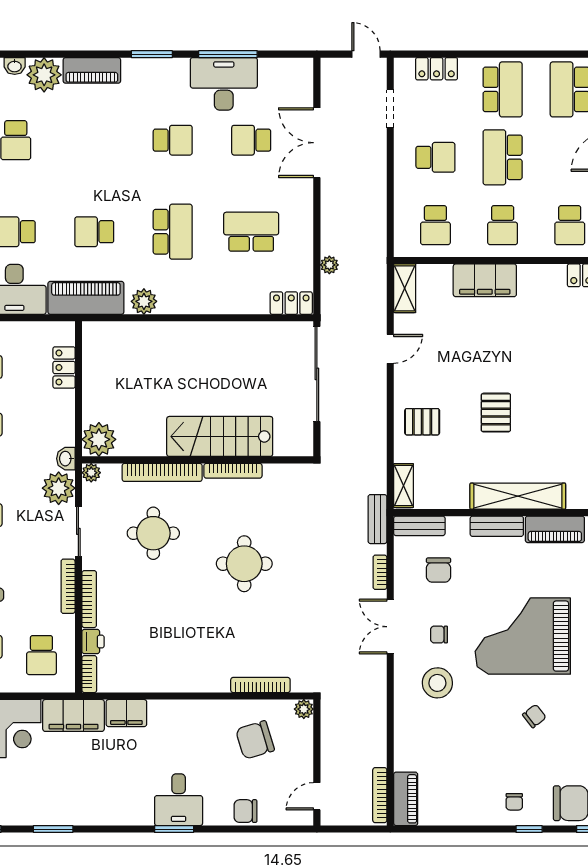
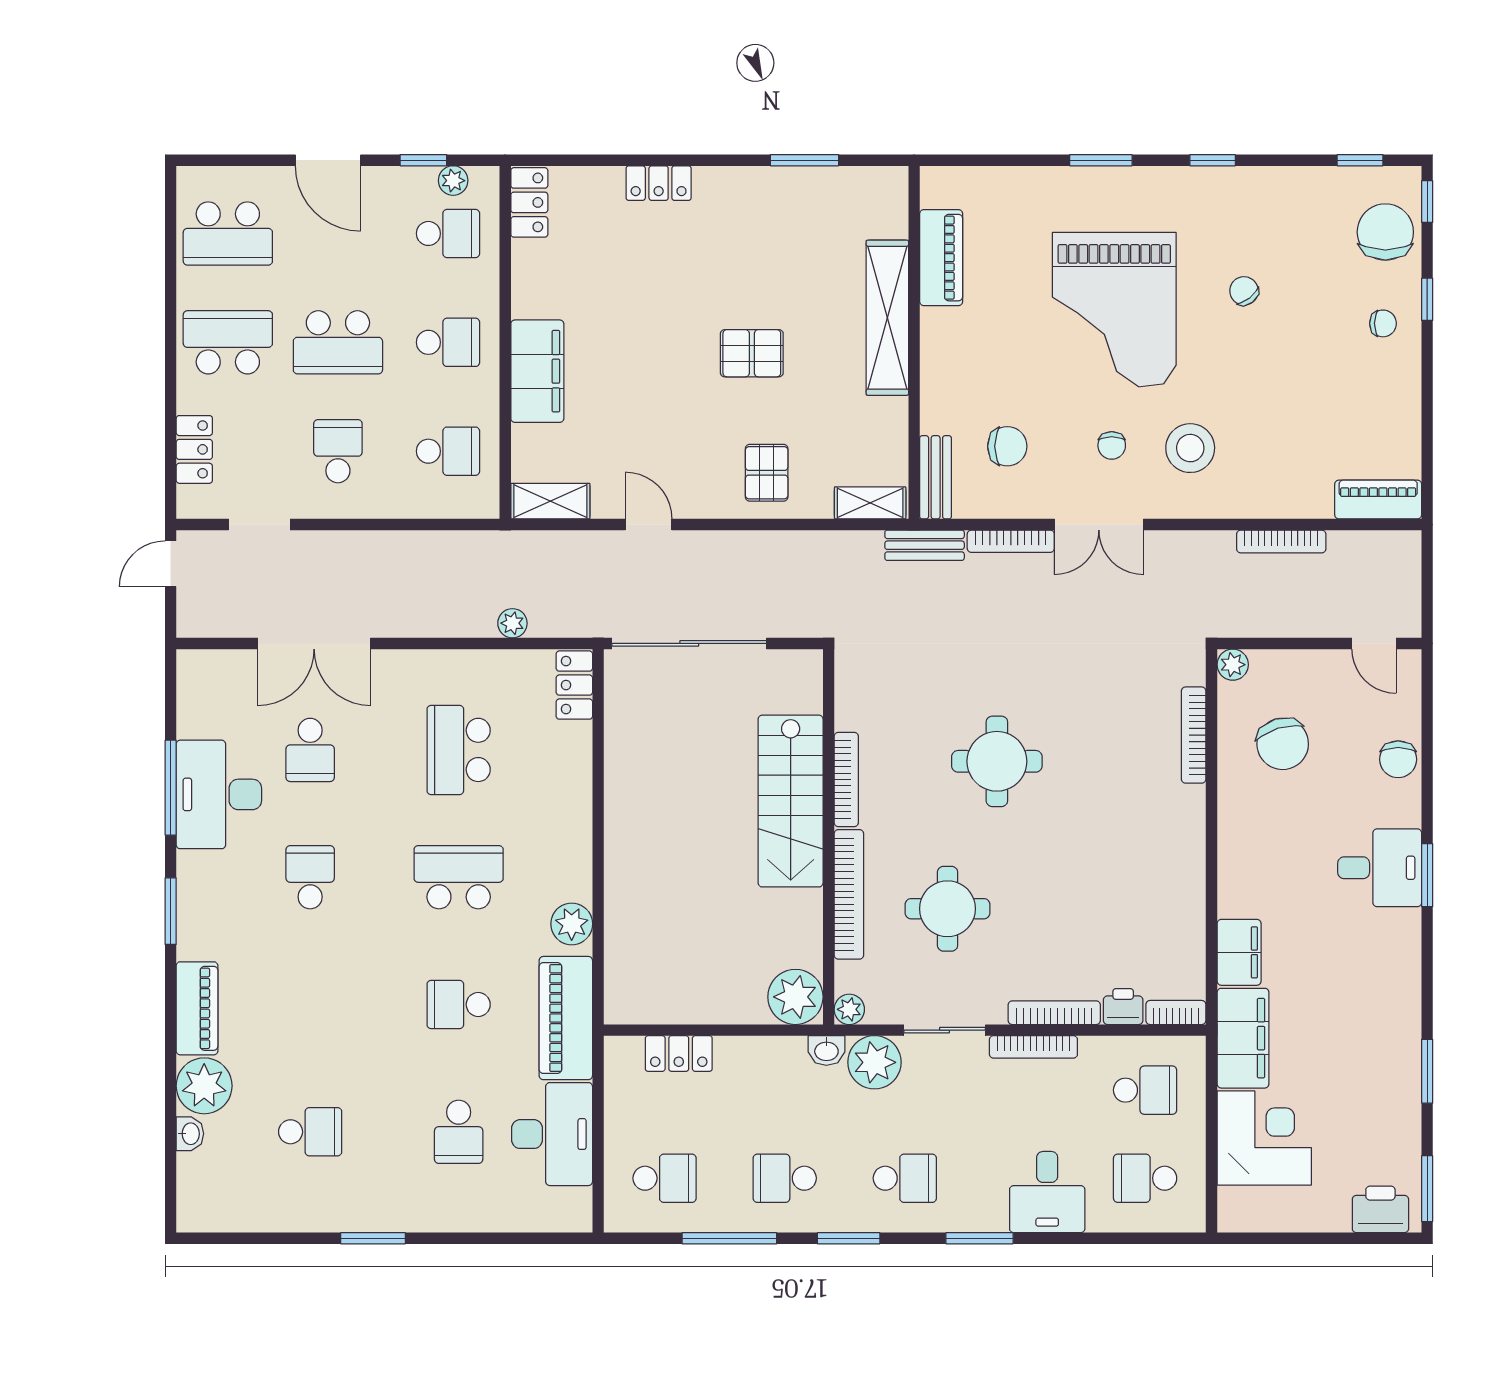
school desk: (94, 232) -> (459, 1004), turned 90
bench: (497, 526) -> (936, 352), removed
bookcase: (380, 572) -> (1011, 541), width x1.56
bookcase: (380, 795) -> (1281, 541), moved

